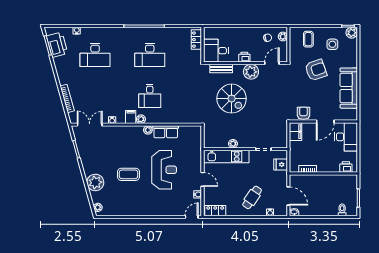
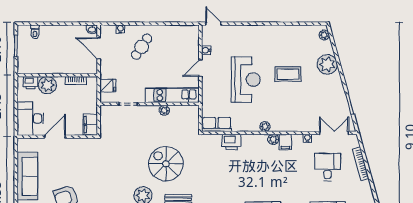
desk: (150, 96) -> (328, 167), moved
armchair: (303, 113) -> (81, 147), removed
printer: (176, 117) -> (231, 142), added
double door: (90, 125) -> (334, 133), swing flipped
row of seats: (166, 132) -> (217, 124), moved
plant: (332, 165) -> (47, 85), added
reception desk: (164, 170) -> (246, 79), turned 180
door: (202, 179) -> (200, 68), hinge flipped
locker: (215, 211) -> (185, 31), removed
door: (192, 217) -> (213, 24), swing flipped

